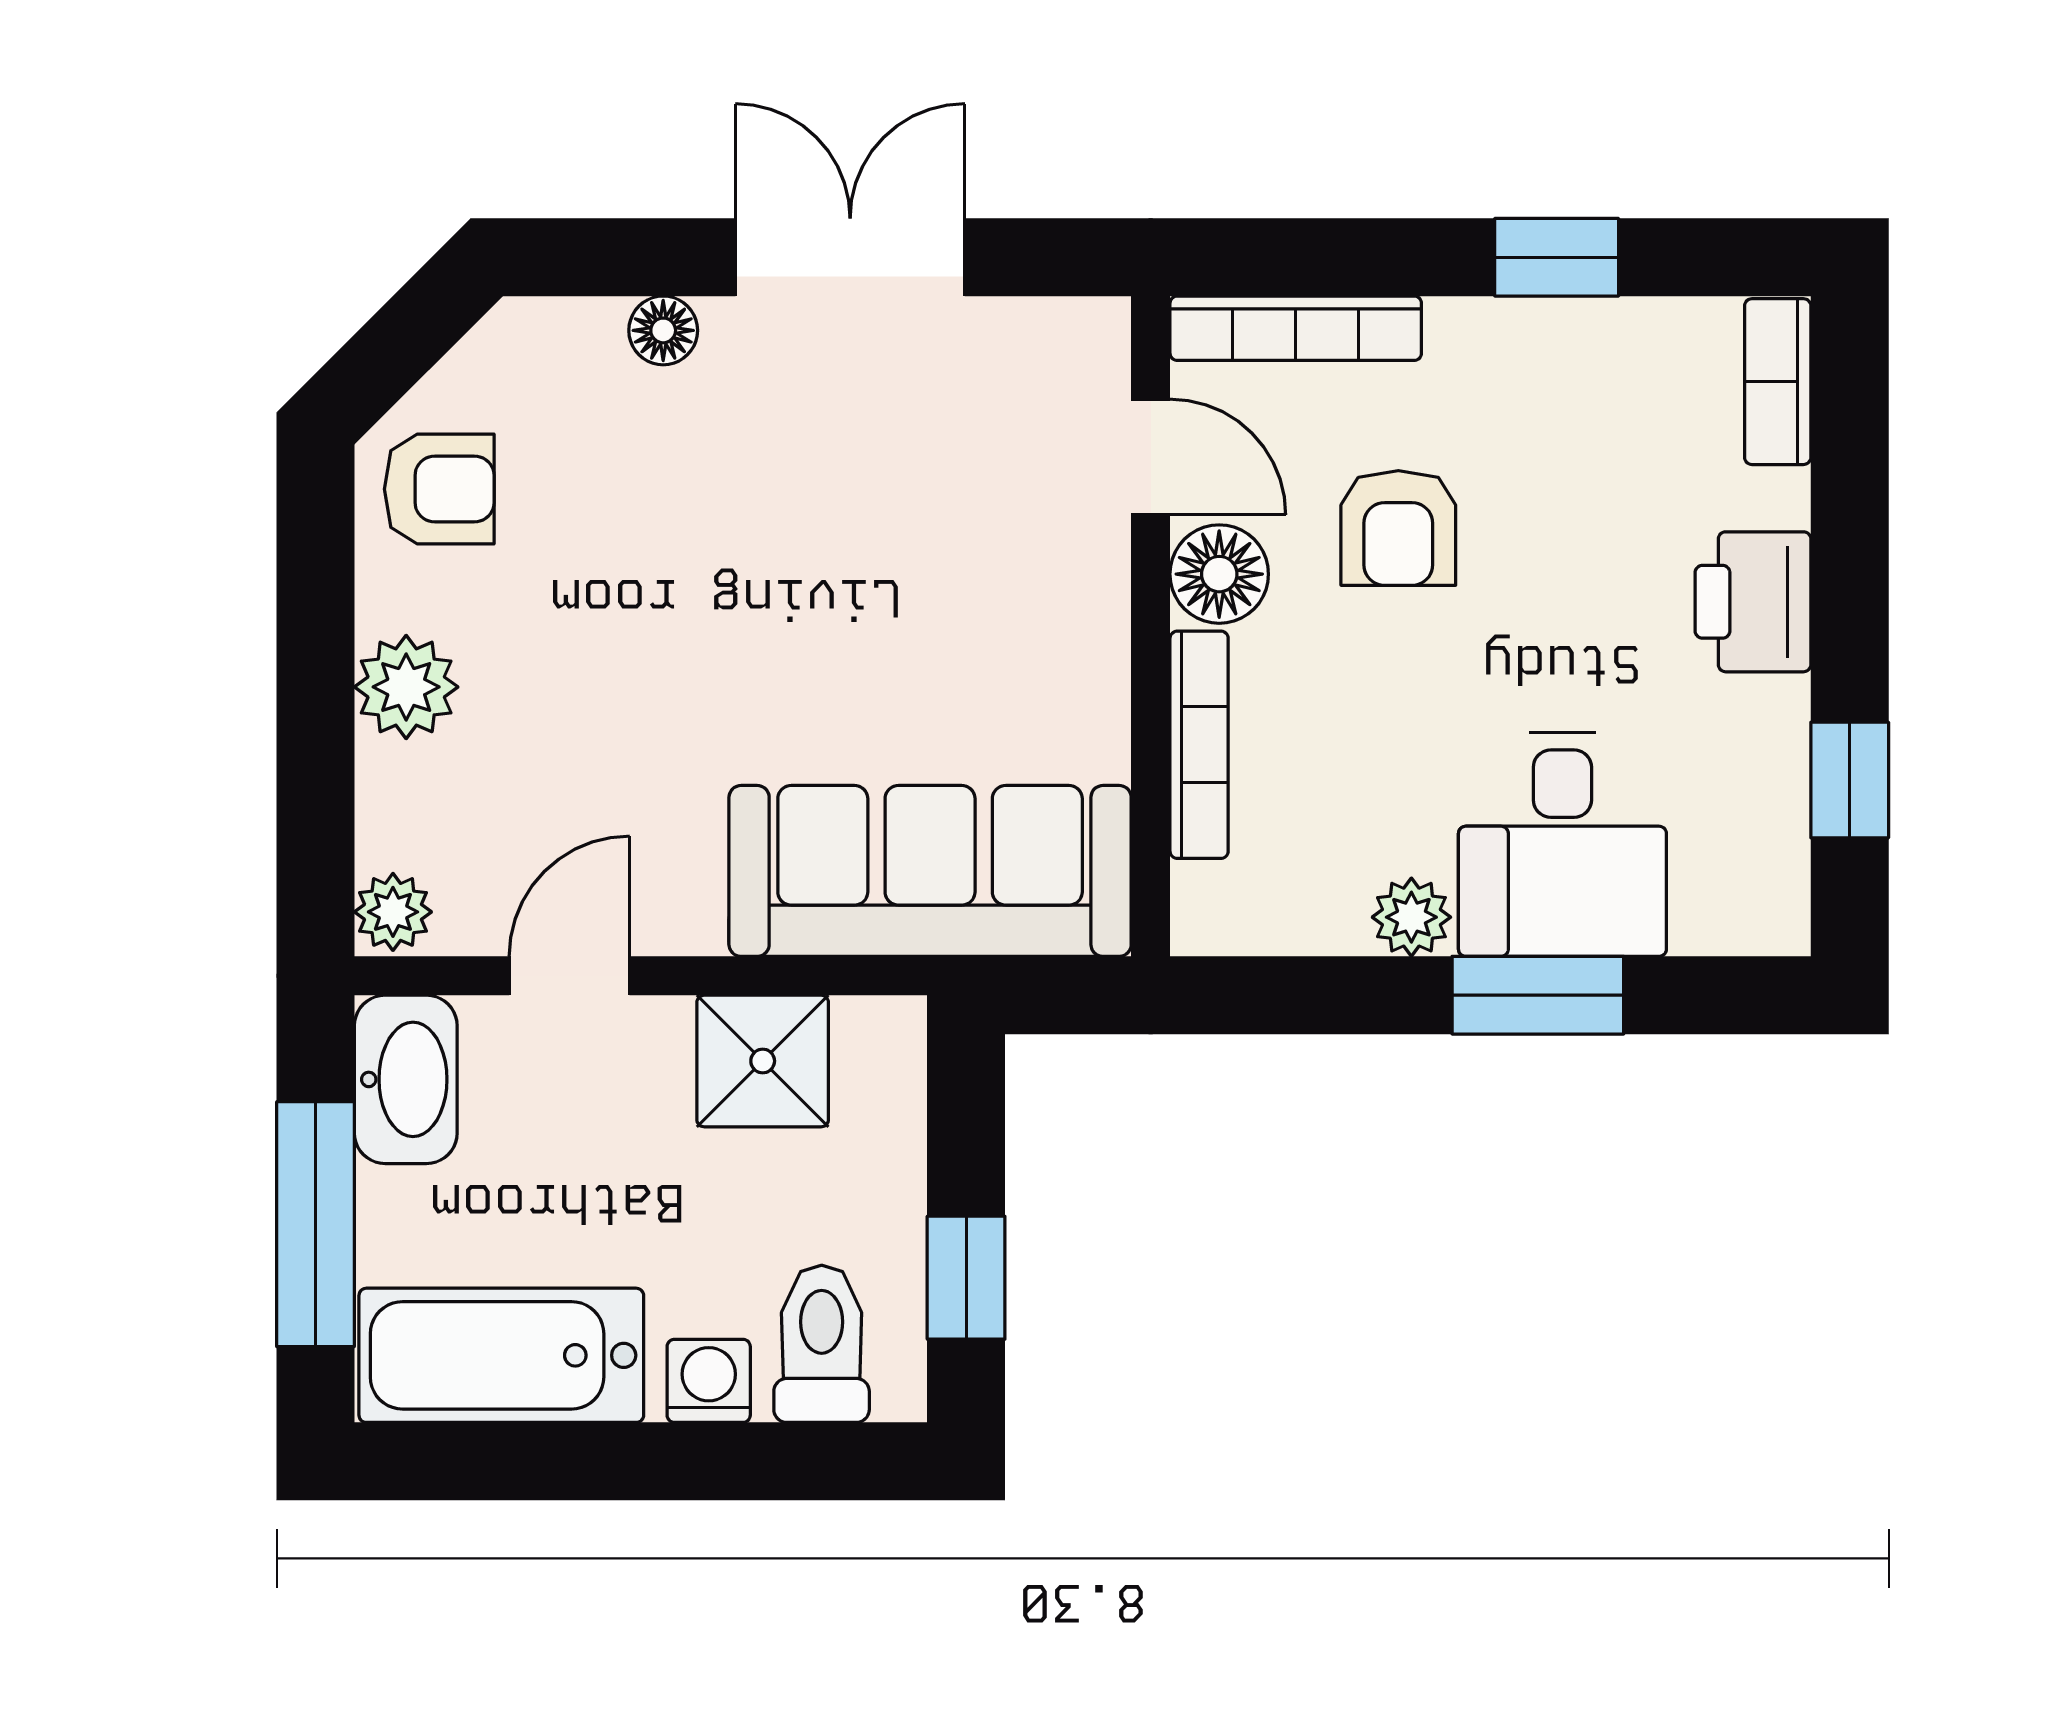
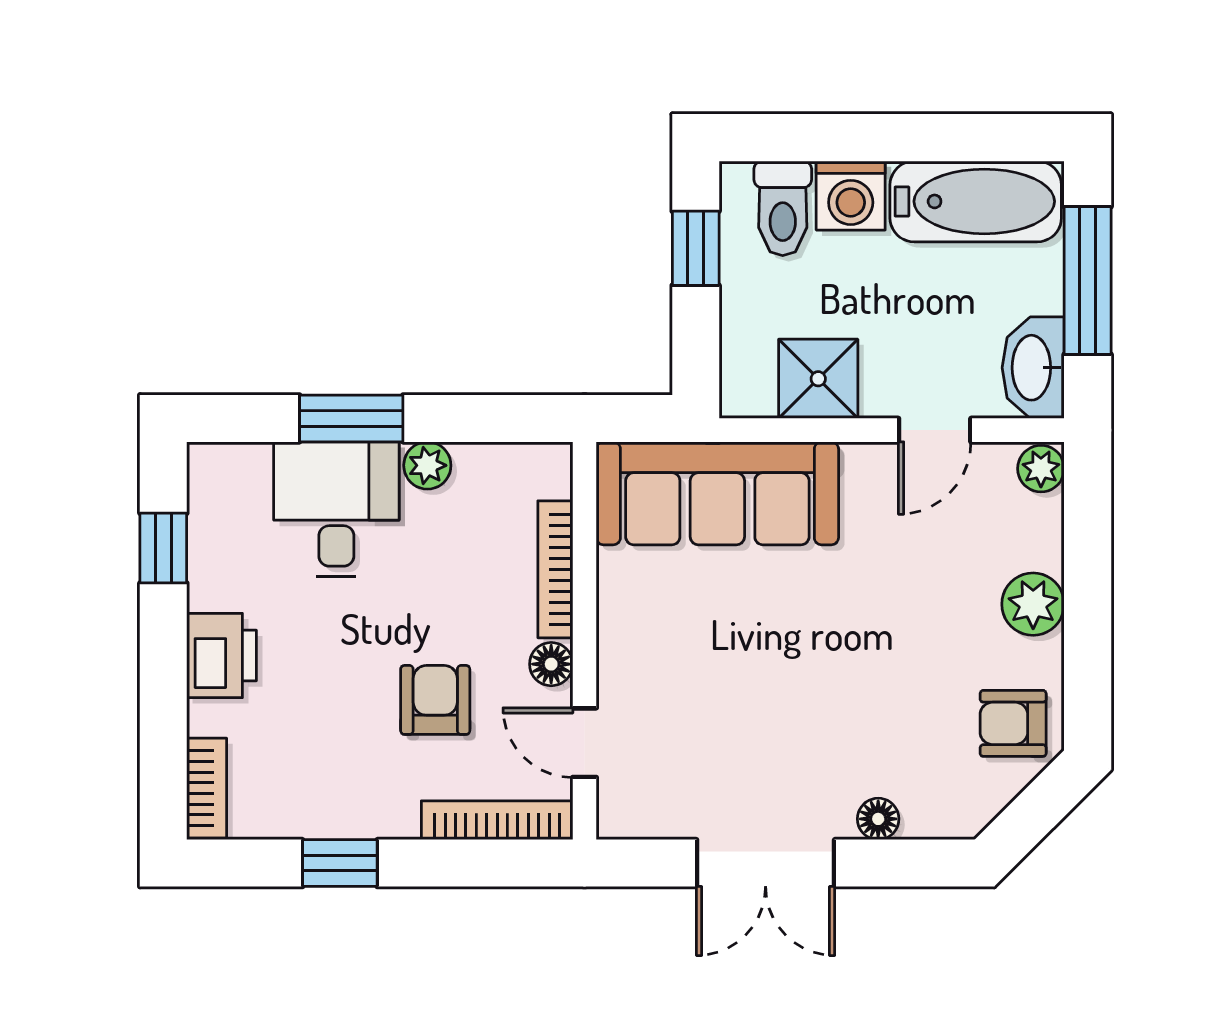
floor lamp: (1219, 574) -> (551, 664), width x0.73, depth x0.73
washing machine: (709, 1381) -> (851, 196), width x1.38, depth x1.38

